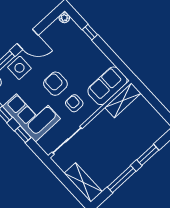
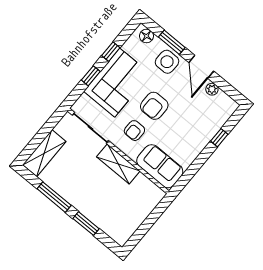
plant: (64, 18) -> (212, 89), moved
armchair: (55, 84) -> (154, 106), turned 180
shelving: (123, 100) -> (118, 164), moved
armchair: (74, 103) -> (134, 131), turned 180

